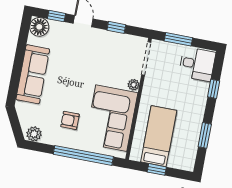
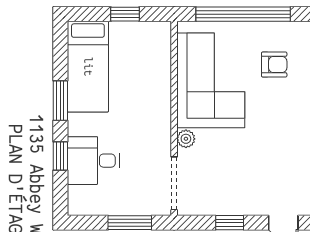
desk: (197, 64) -> (93, 161), moved
window: (205, 135) -> (60, 101), moved
bed: (159, 136) -> (88, 67), moved

